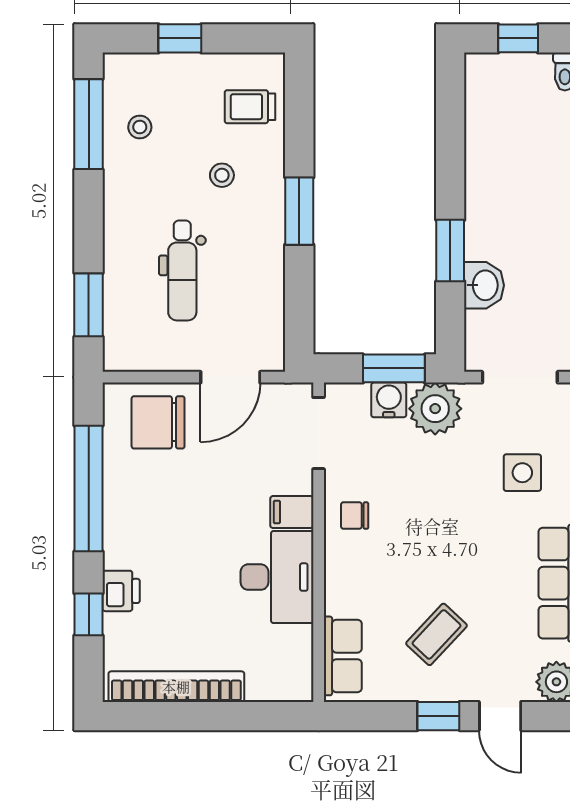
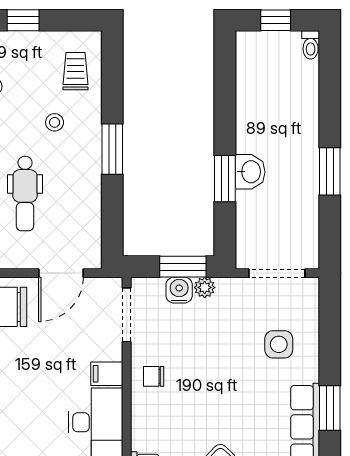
trolley: (250, 107) -> (75, 71), turned 90
washbasin: (484, 285) -> (250, 172), moved
plant: (435, 409) -> (205, 287), width x0.53, depth x0.53

